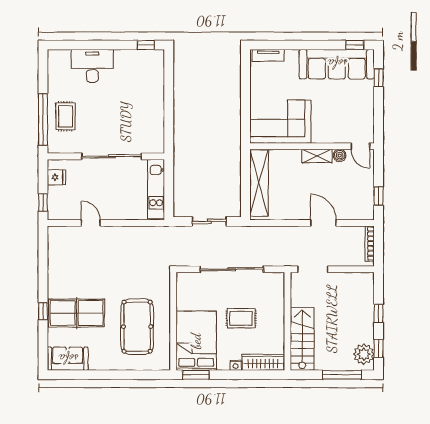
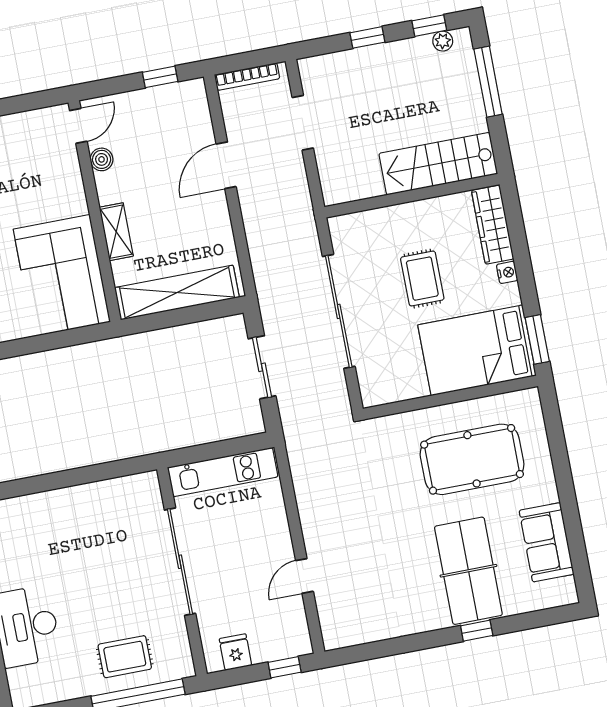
shelving: (317, 156) -> (116, 232), moved
doorway: (313, 269) -> (303, 123), moved
plant: (364, 354) -> (443, 41), width x0.53, depth x0.53
sofa: (68, 359) -> (547, 542), moved

